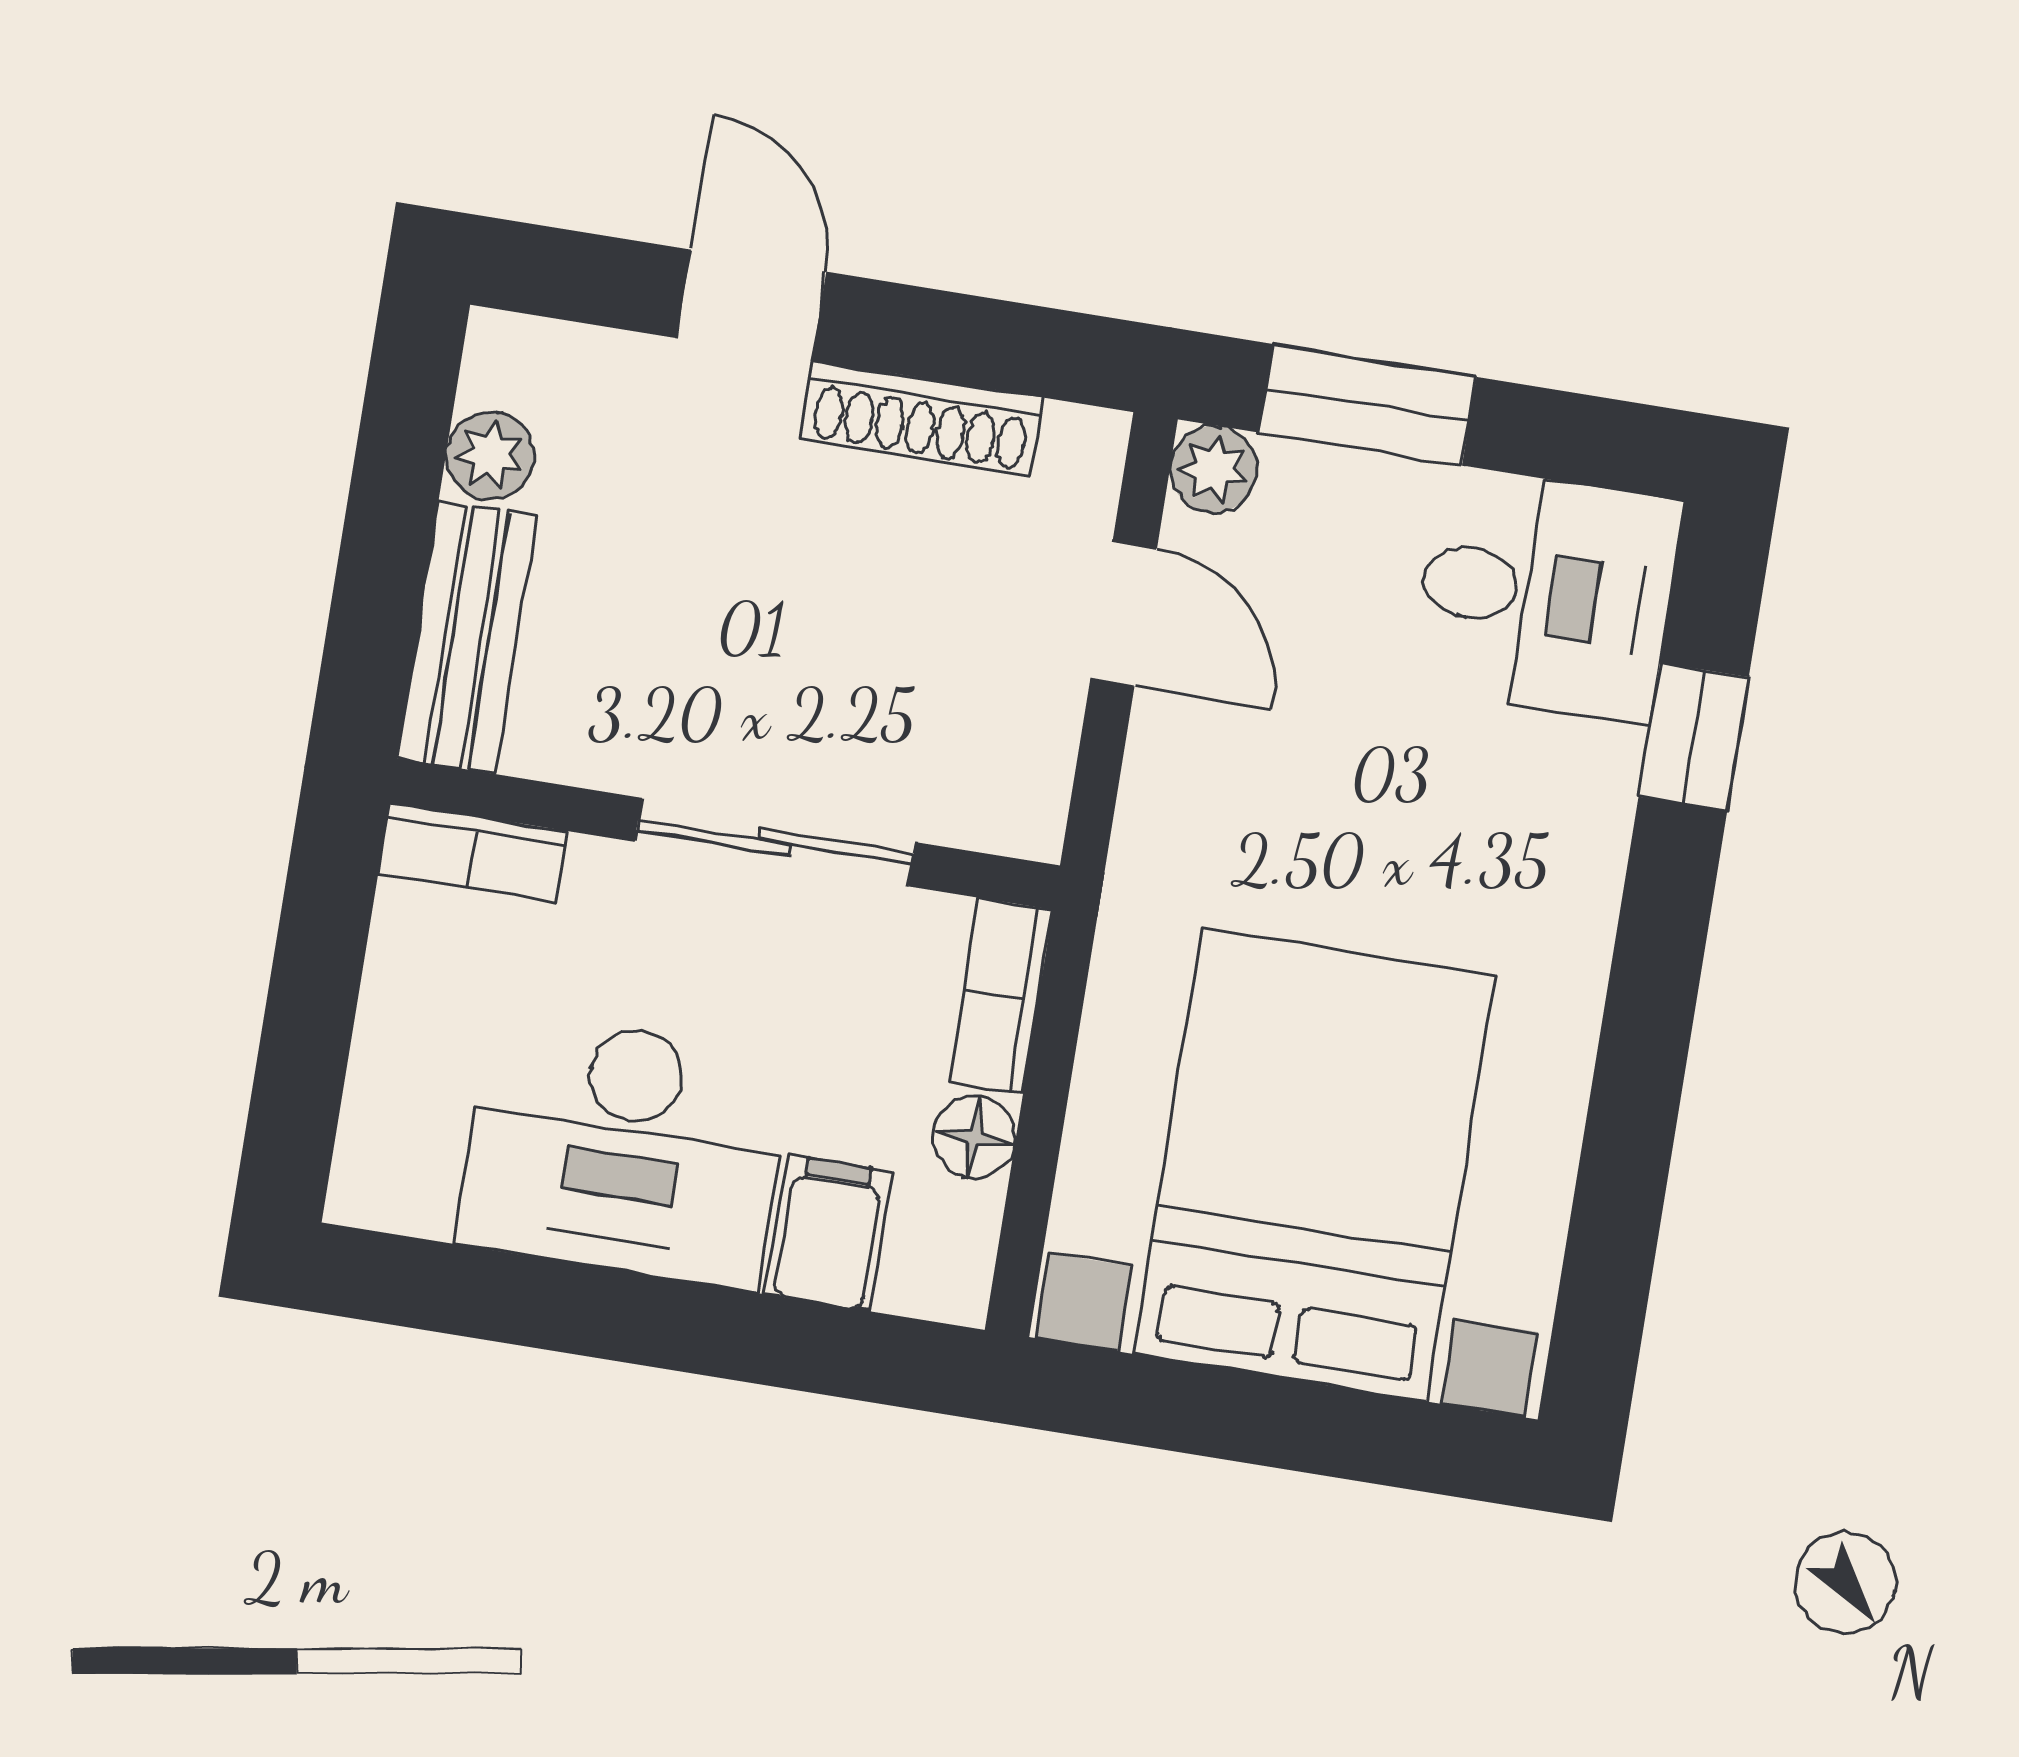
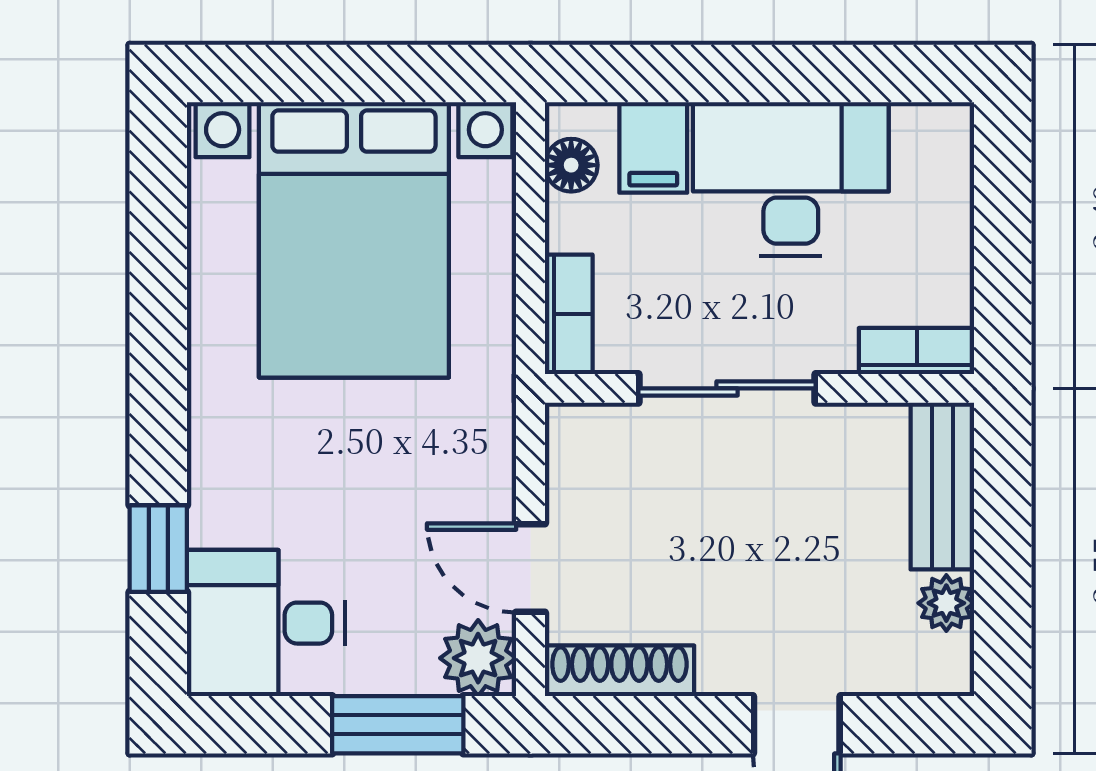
shoe rack: (921, 418) -> (619, 671), moved
plant: (1214, 469) -> (478, 658), width x1.38, depth x1.38
floor lamp: (974, 1137) -> (571, 165), moved

